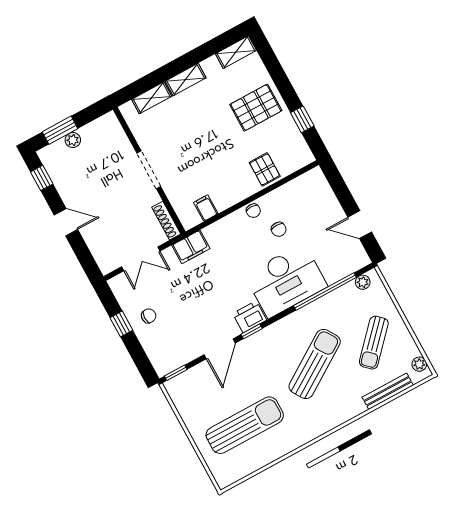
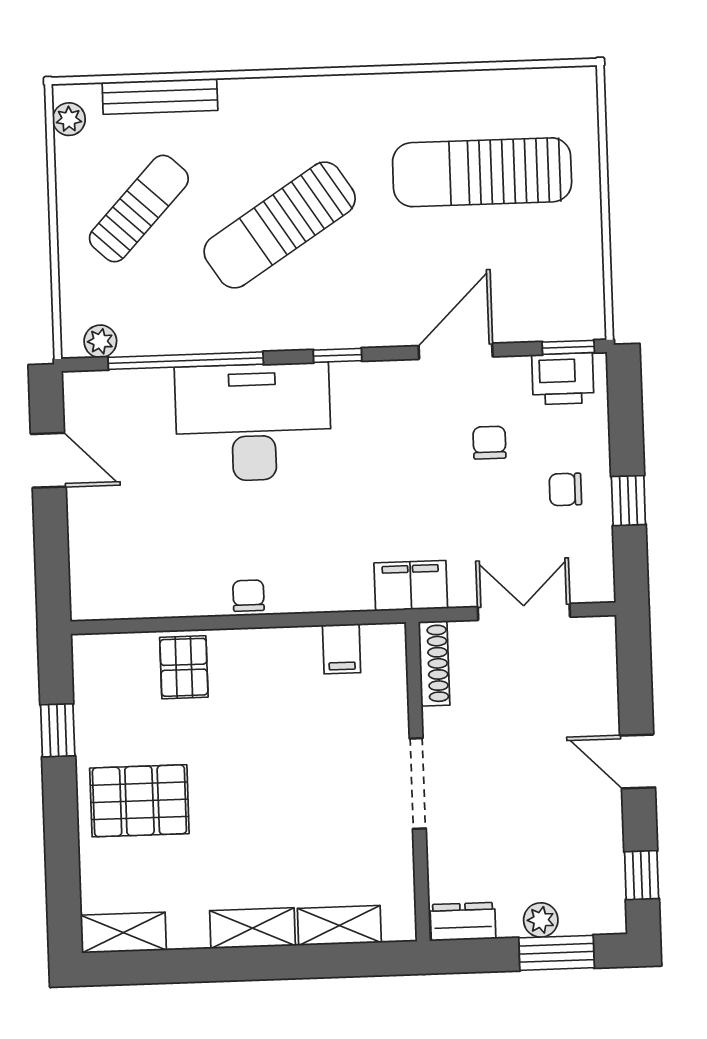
dresser: (103, 124) -> (463, 922), added
chair: (279, 229) -> (489, 443), moved
printer: (250, 317) -> (563, 379), moved
window: (252, 331) -> (338, 355), moved

